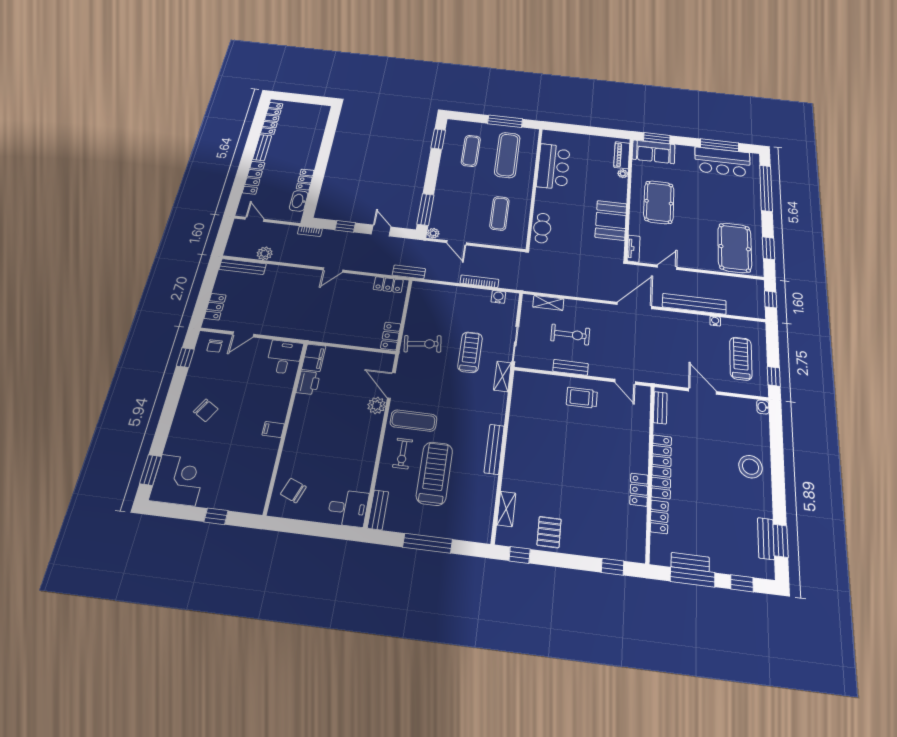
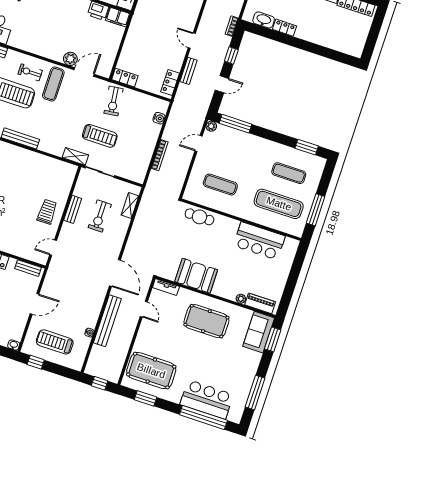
bar counter: (722, 162) -> (207, 399), moved, turned 90
bench: (409, 272) -> (188, 71), moved
water cooler: (498, 297) -> (159, 118), moved
treadmill: (741, 359) -> (55, 342), turned 180

